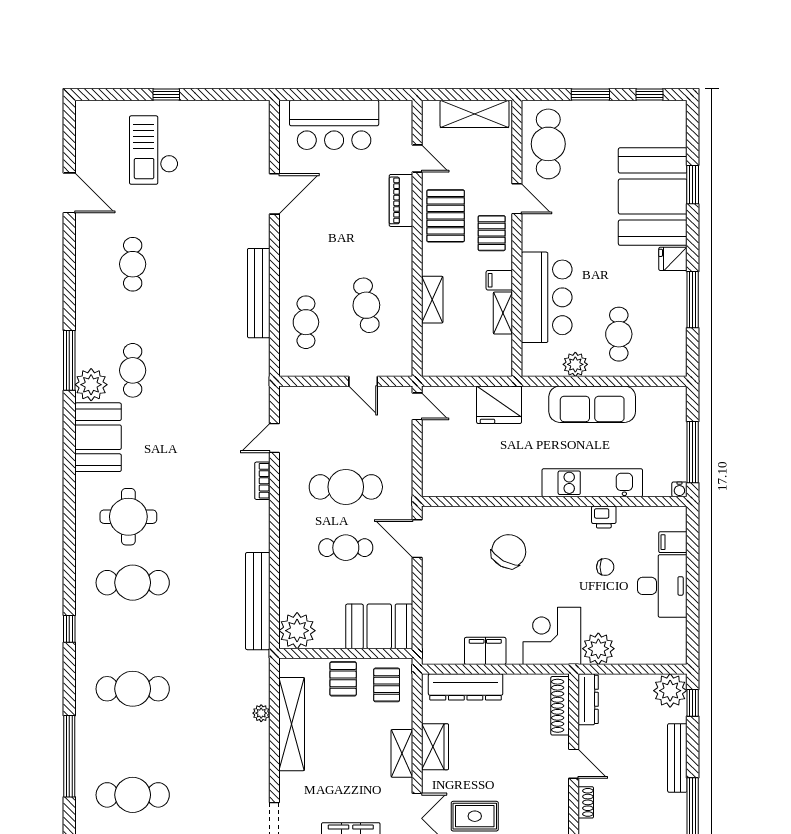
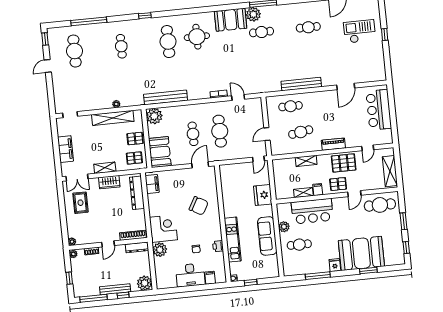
door: (274, 194) -> (346, 87), hinge flipped
piano: (401, 200) -> (333, 144), moved
window: (693, 452) -> (251, 282), width x0.46
filing cabinet: (485, 651) -> (152, 184), moved
cafe table: (133, 689) -> (121, 46), width x0.73, depth x0.74
window: (693, 703) -> (123, 295), moved

